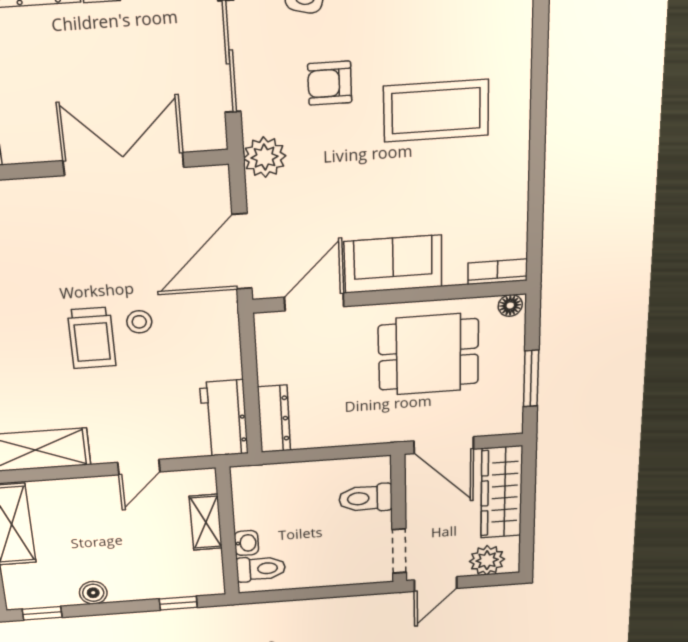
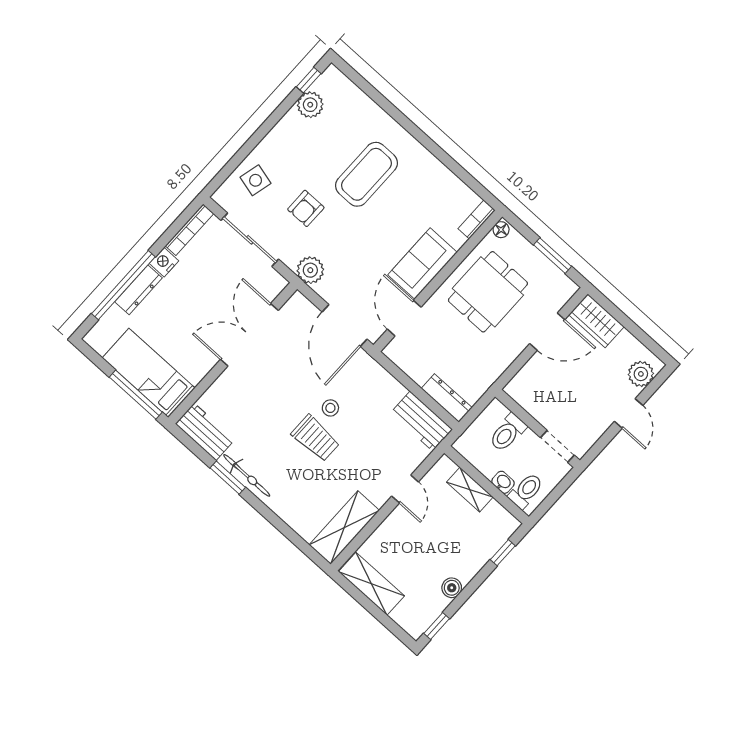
wardrobe: (502, 492) -> (596, 321), width x0.67
toilet: (366, 498) -> (508, 433), moved
wall: (399, 519) -> (538, 428), moved
doorway: (399, 551) -> (557, 446), moved

